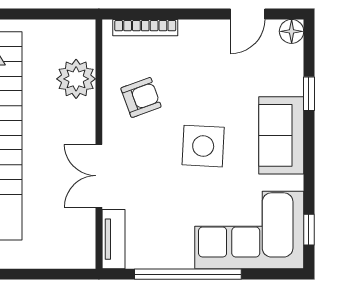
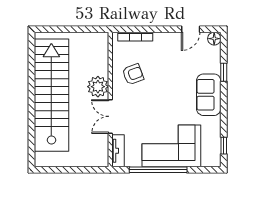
plant: (76, 79) -> (98, 87), moved
side table: (203, 146) -> (167, 100), removed
corner sofa: (249, 230) -> (171, 146), moved

